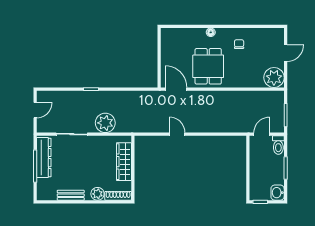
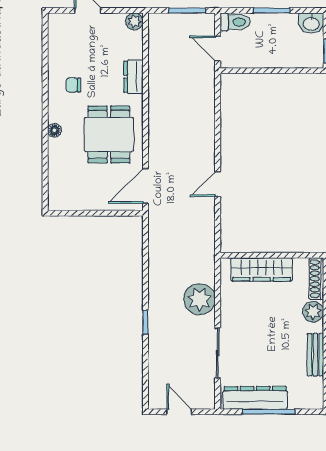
dining table: (208, 66) -> (109, 134), turned 90
plant: (274, 78) -> (134, 21), width x0.53, depth x0.53
dresser: (244, 82) -> (133, 77), added

